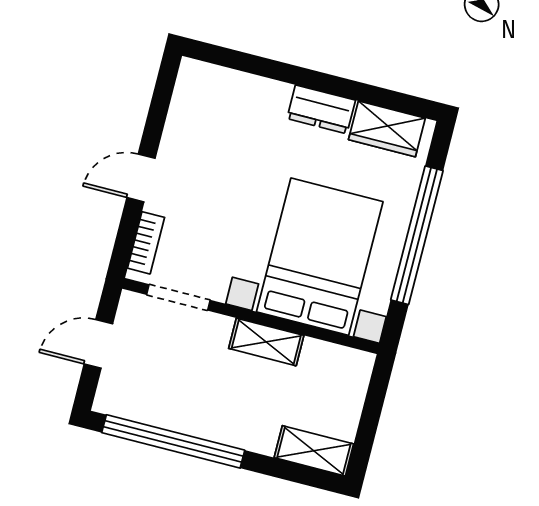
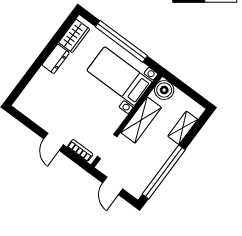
bed with nightstands: (320, 257) -> (119, 76), width x0.73
shelving: (266, 342) -> (141, 120), width x1.50, depth x1.33
boiler: (350, 370) -> (164, 90), added
shelving: (314, 451) -> (183, 128), moved

